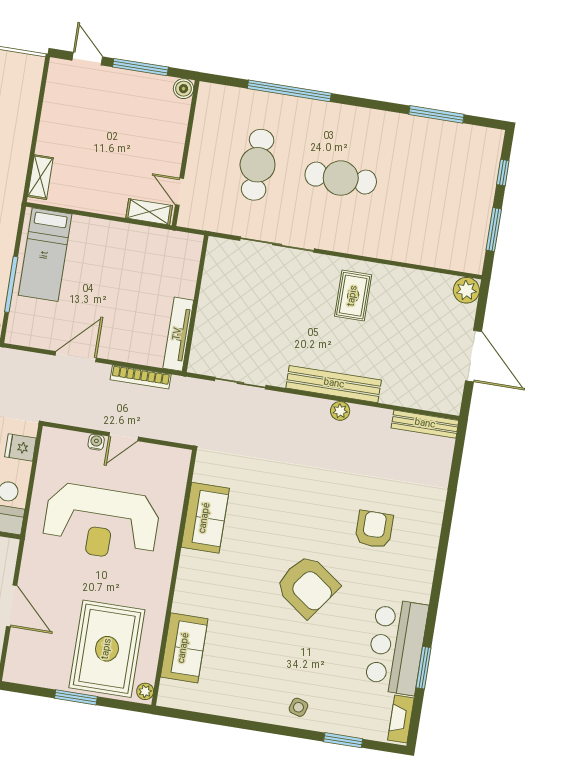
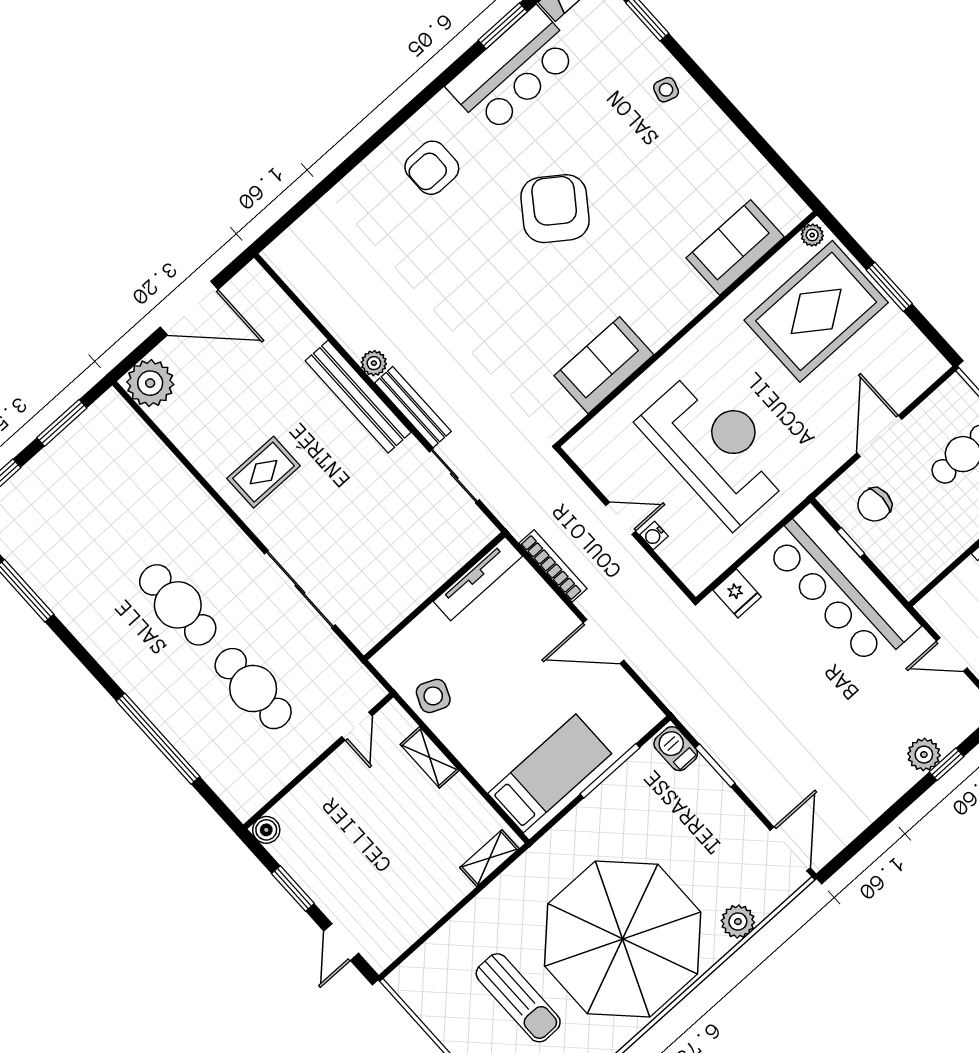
window: (140, 67) -> (293, 889), width x0.69
cafe table: (258, 165) -> (253, 689), turned 90
shelving: (149, 212) -> (430, 757), moved
side table: (149, 245) -> (433, 696), added
plant: (466, 290) -> (150, 383), width x1.36, depth x1.36
door: (473, 356) -> (189, 308), swing flipped
bench: (425, 424) -> (413, 407), moved
armchair: (374, 529) -> (432, 168), moved

